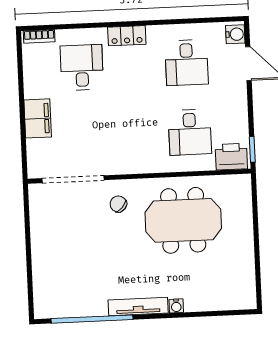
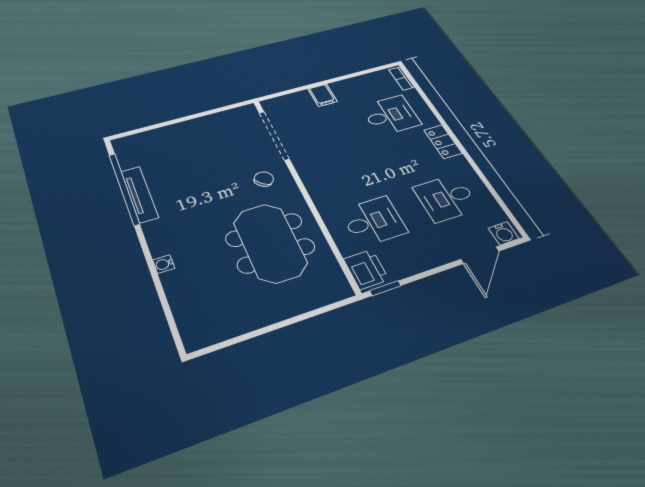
filing cabinet: (38, 118) -> (323, 95), width x0.50
desk: (190, 132) -> (373, 221), turned 180
tv unit: (138, 306) -> (139, 194), moved

